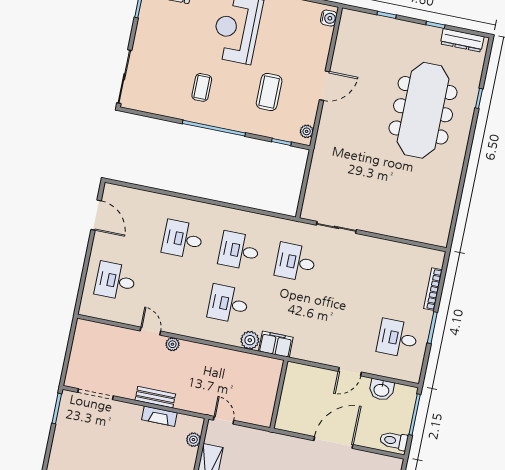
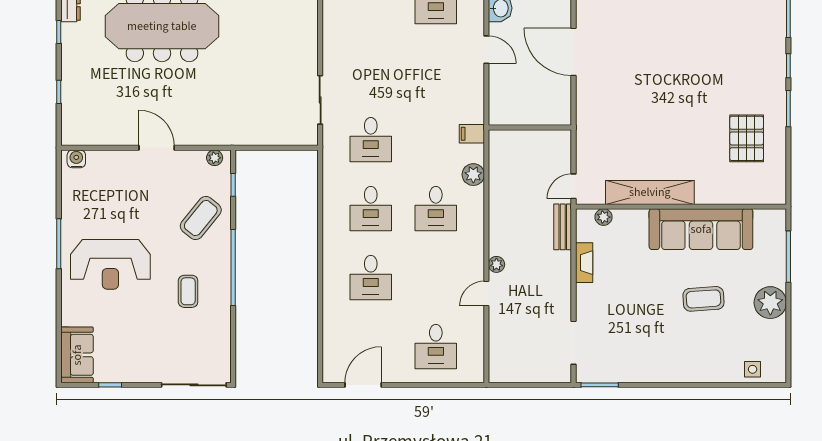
coffee table: (202, 87) -> (188, 291), turned 90
coffee table: (269, 92) -> (201, 218), moved, turned -51
filing cabinet: (276, 344) -> (472, 134), width x0.50
bench: (155, 397) -> (563, 227), moved

